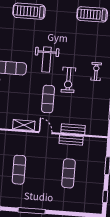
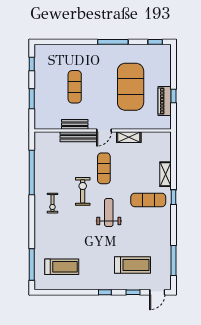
bench: (73, 129) -> (78, 137), width x1.36
door: (45, 133) -> (104, 130), hinge flipped
exercise mat: (19, 170) -> (131, 87), width x2.00, depth x1.45

